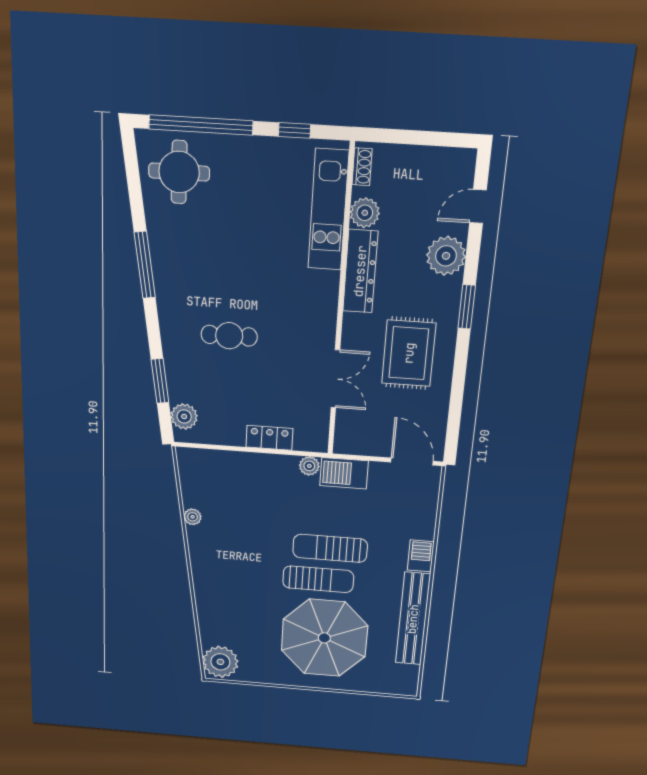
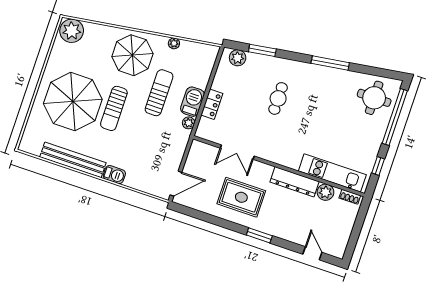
plant: (446, 256) -> (291, 230), removed
barbecue: (344, 473) -> (192, 102), moved
sun lounger: (330, 548) -> (159, 93), moved
parasol: (229, 572) -> (132, 55), added

